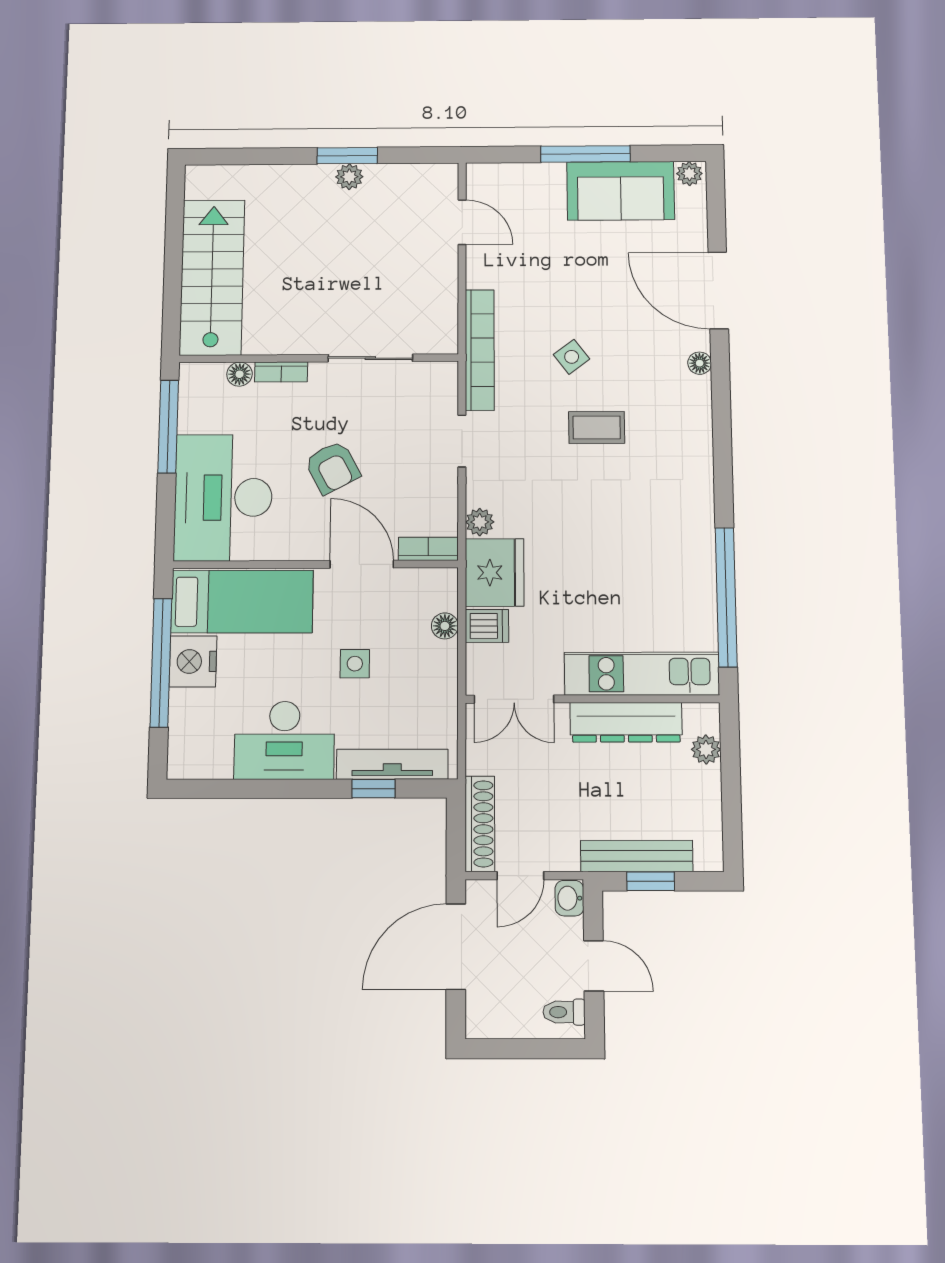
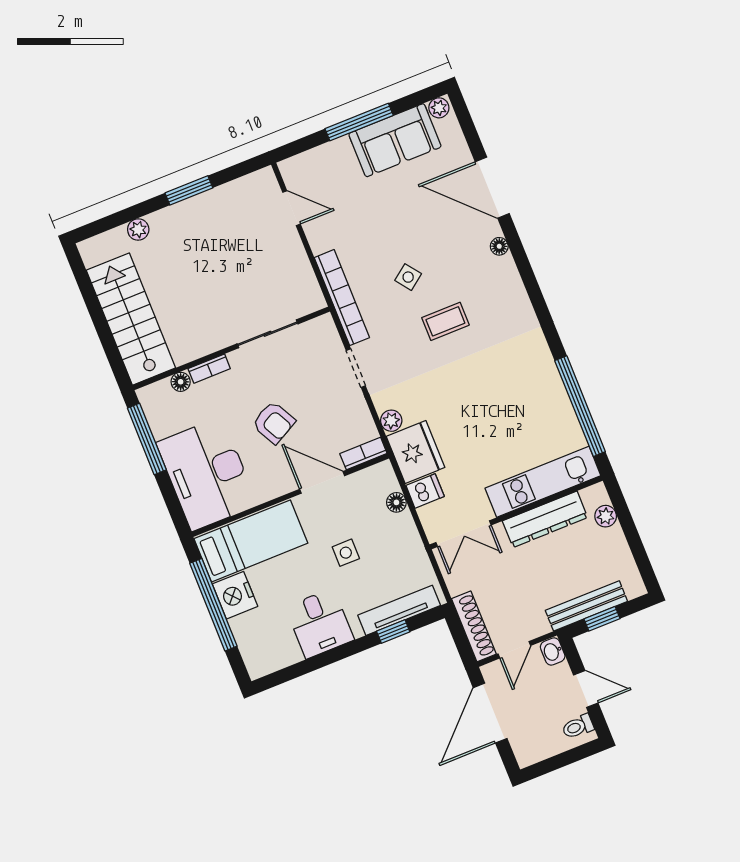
plant: (349, 177) -> (138, 229), moved
desk: (284, 740) -> (320, 623), width x0.73

